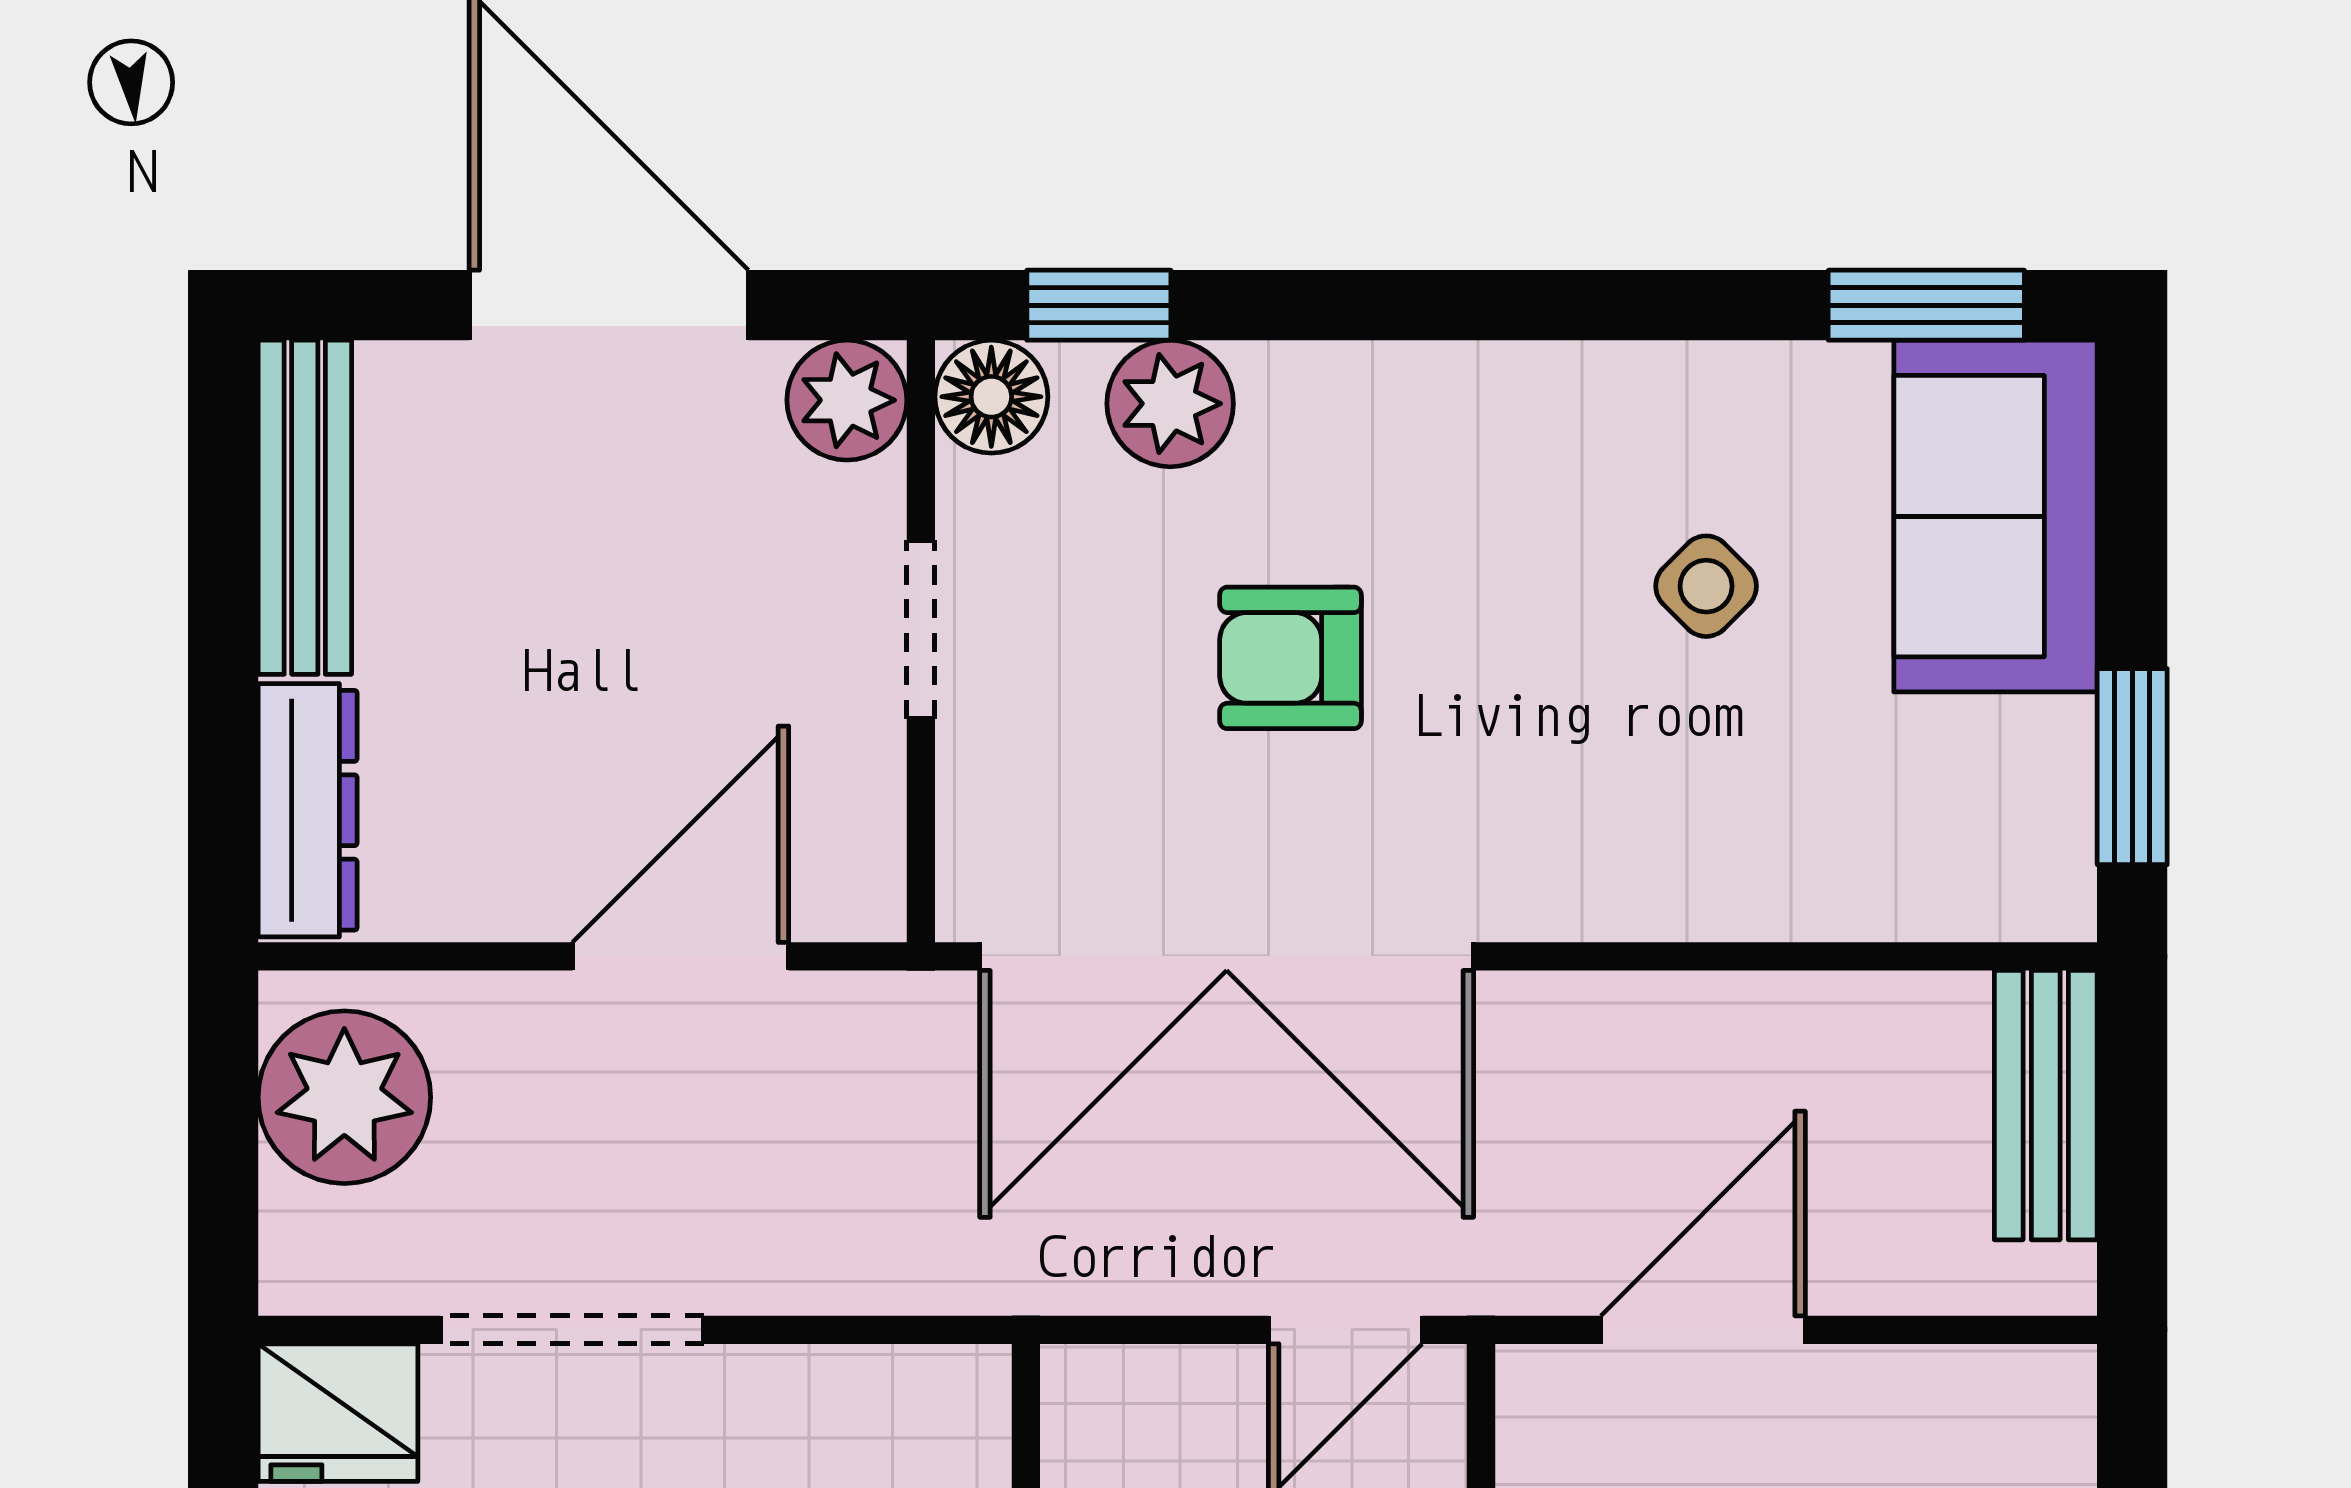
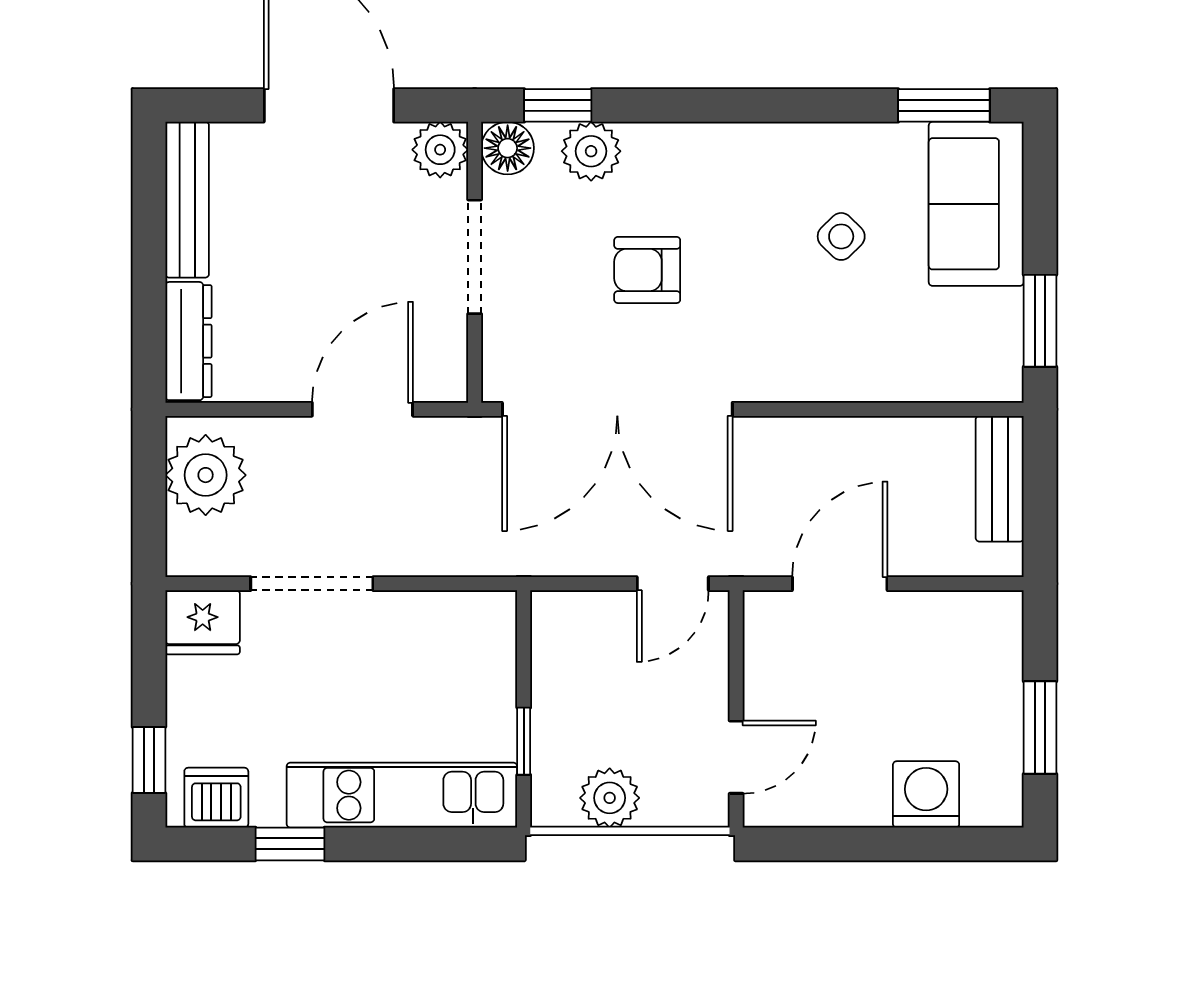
doorway: (921, 630) -> (475, 257), width x1.38

